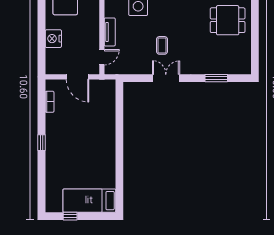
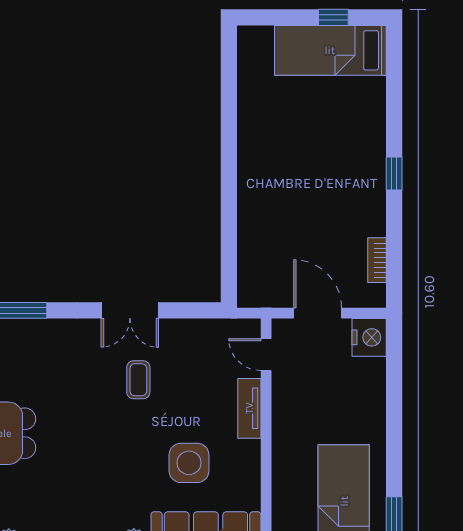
nightstand: (53, 39) -> (369, 337), moved
door: (102, 57) -> (266, 355), hinge flipped
bed: (89, 201) -> (330, 50), moved, turned 180

